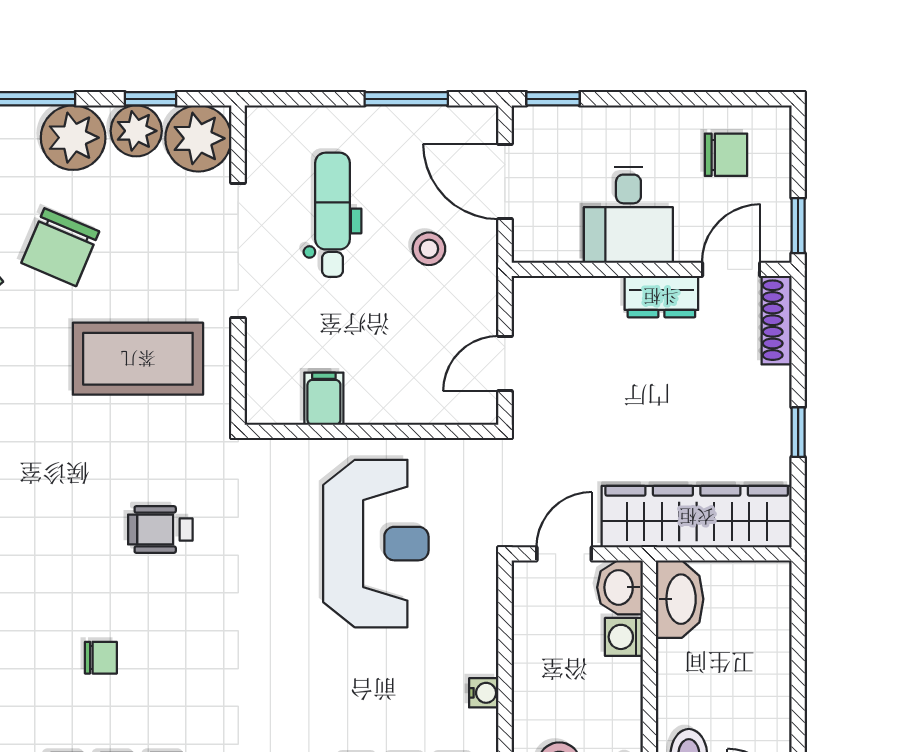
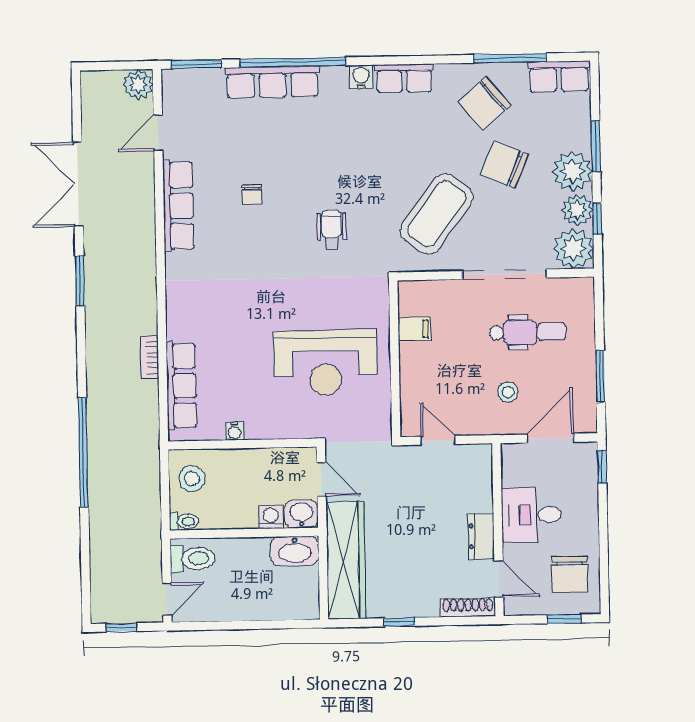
chair: (726, 155) -> (570, 574), width x1.37, depth x1.37
window: (798, 226) -> (564, 619), moved
coffee table: (138, 359) -> (437, 214), turned 37

